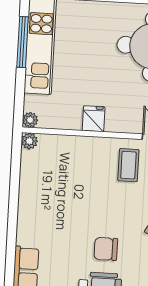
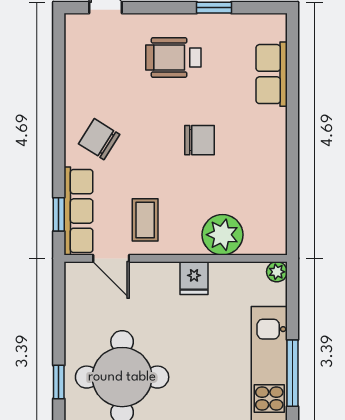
plant: (29, 141) -> (222, 235), moved, width x1.87, depth x1.87
chair: (106, 249) -> (200, 140), moved

